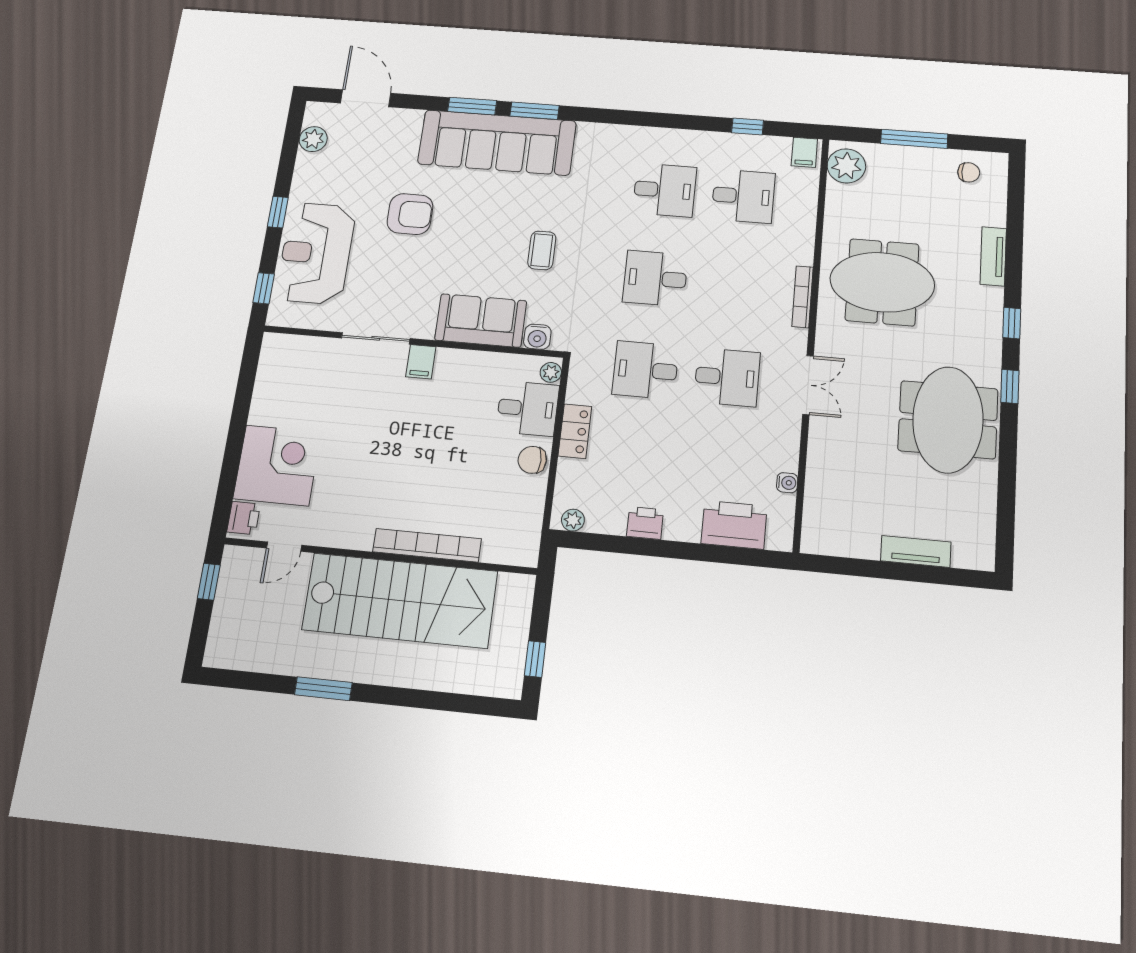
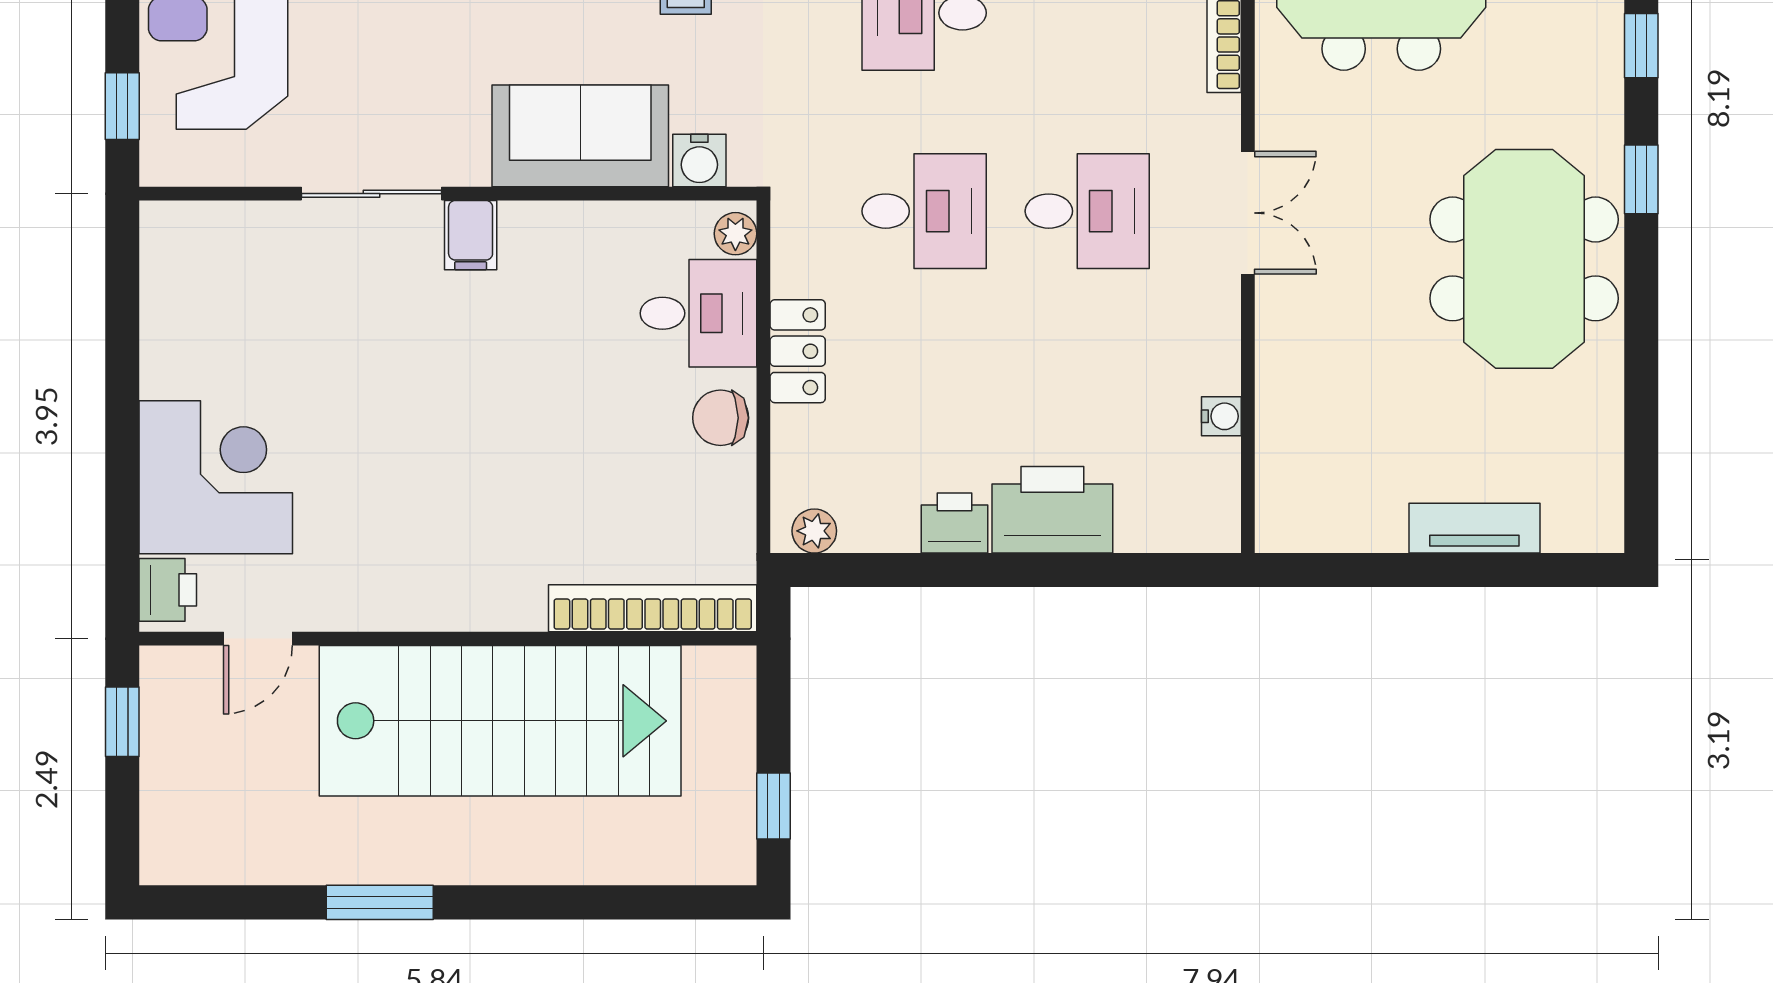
desk: (646, 370) -> (924, 211), turned 180
printer: (734, 525) -> (1052, 510), moved
bookcase: (427, 545) -> (653, 608), moved

